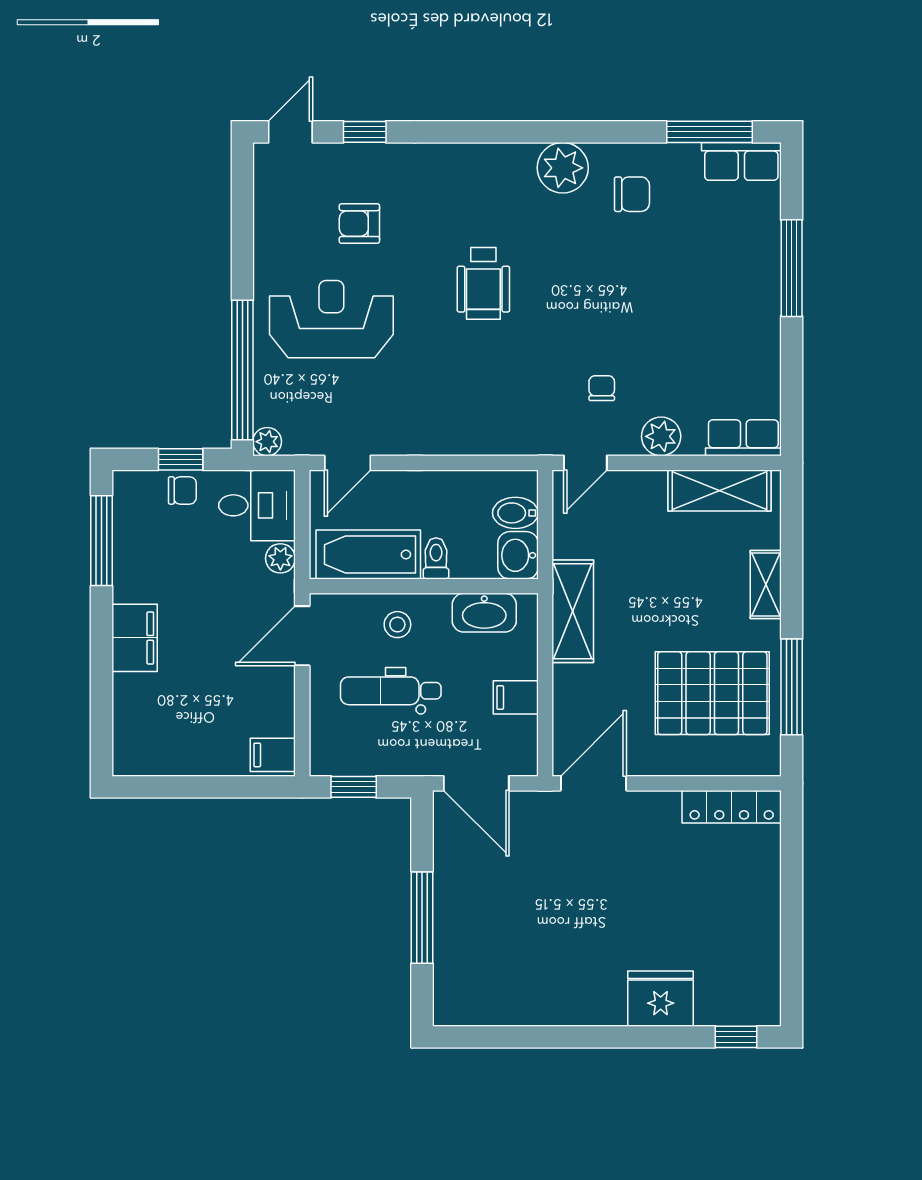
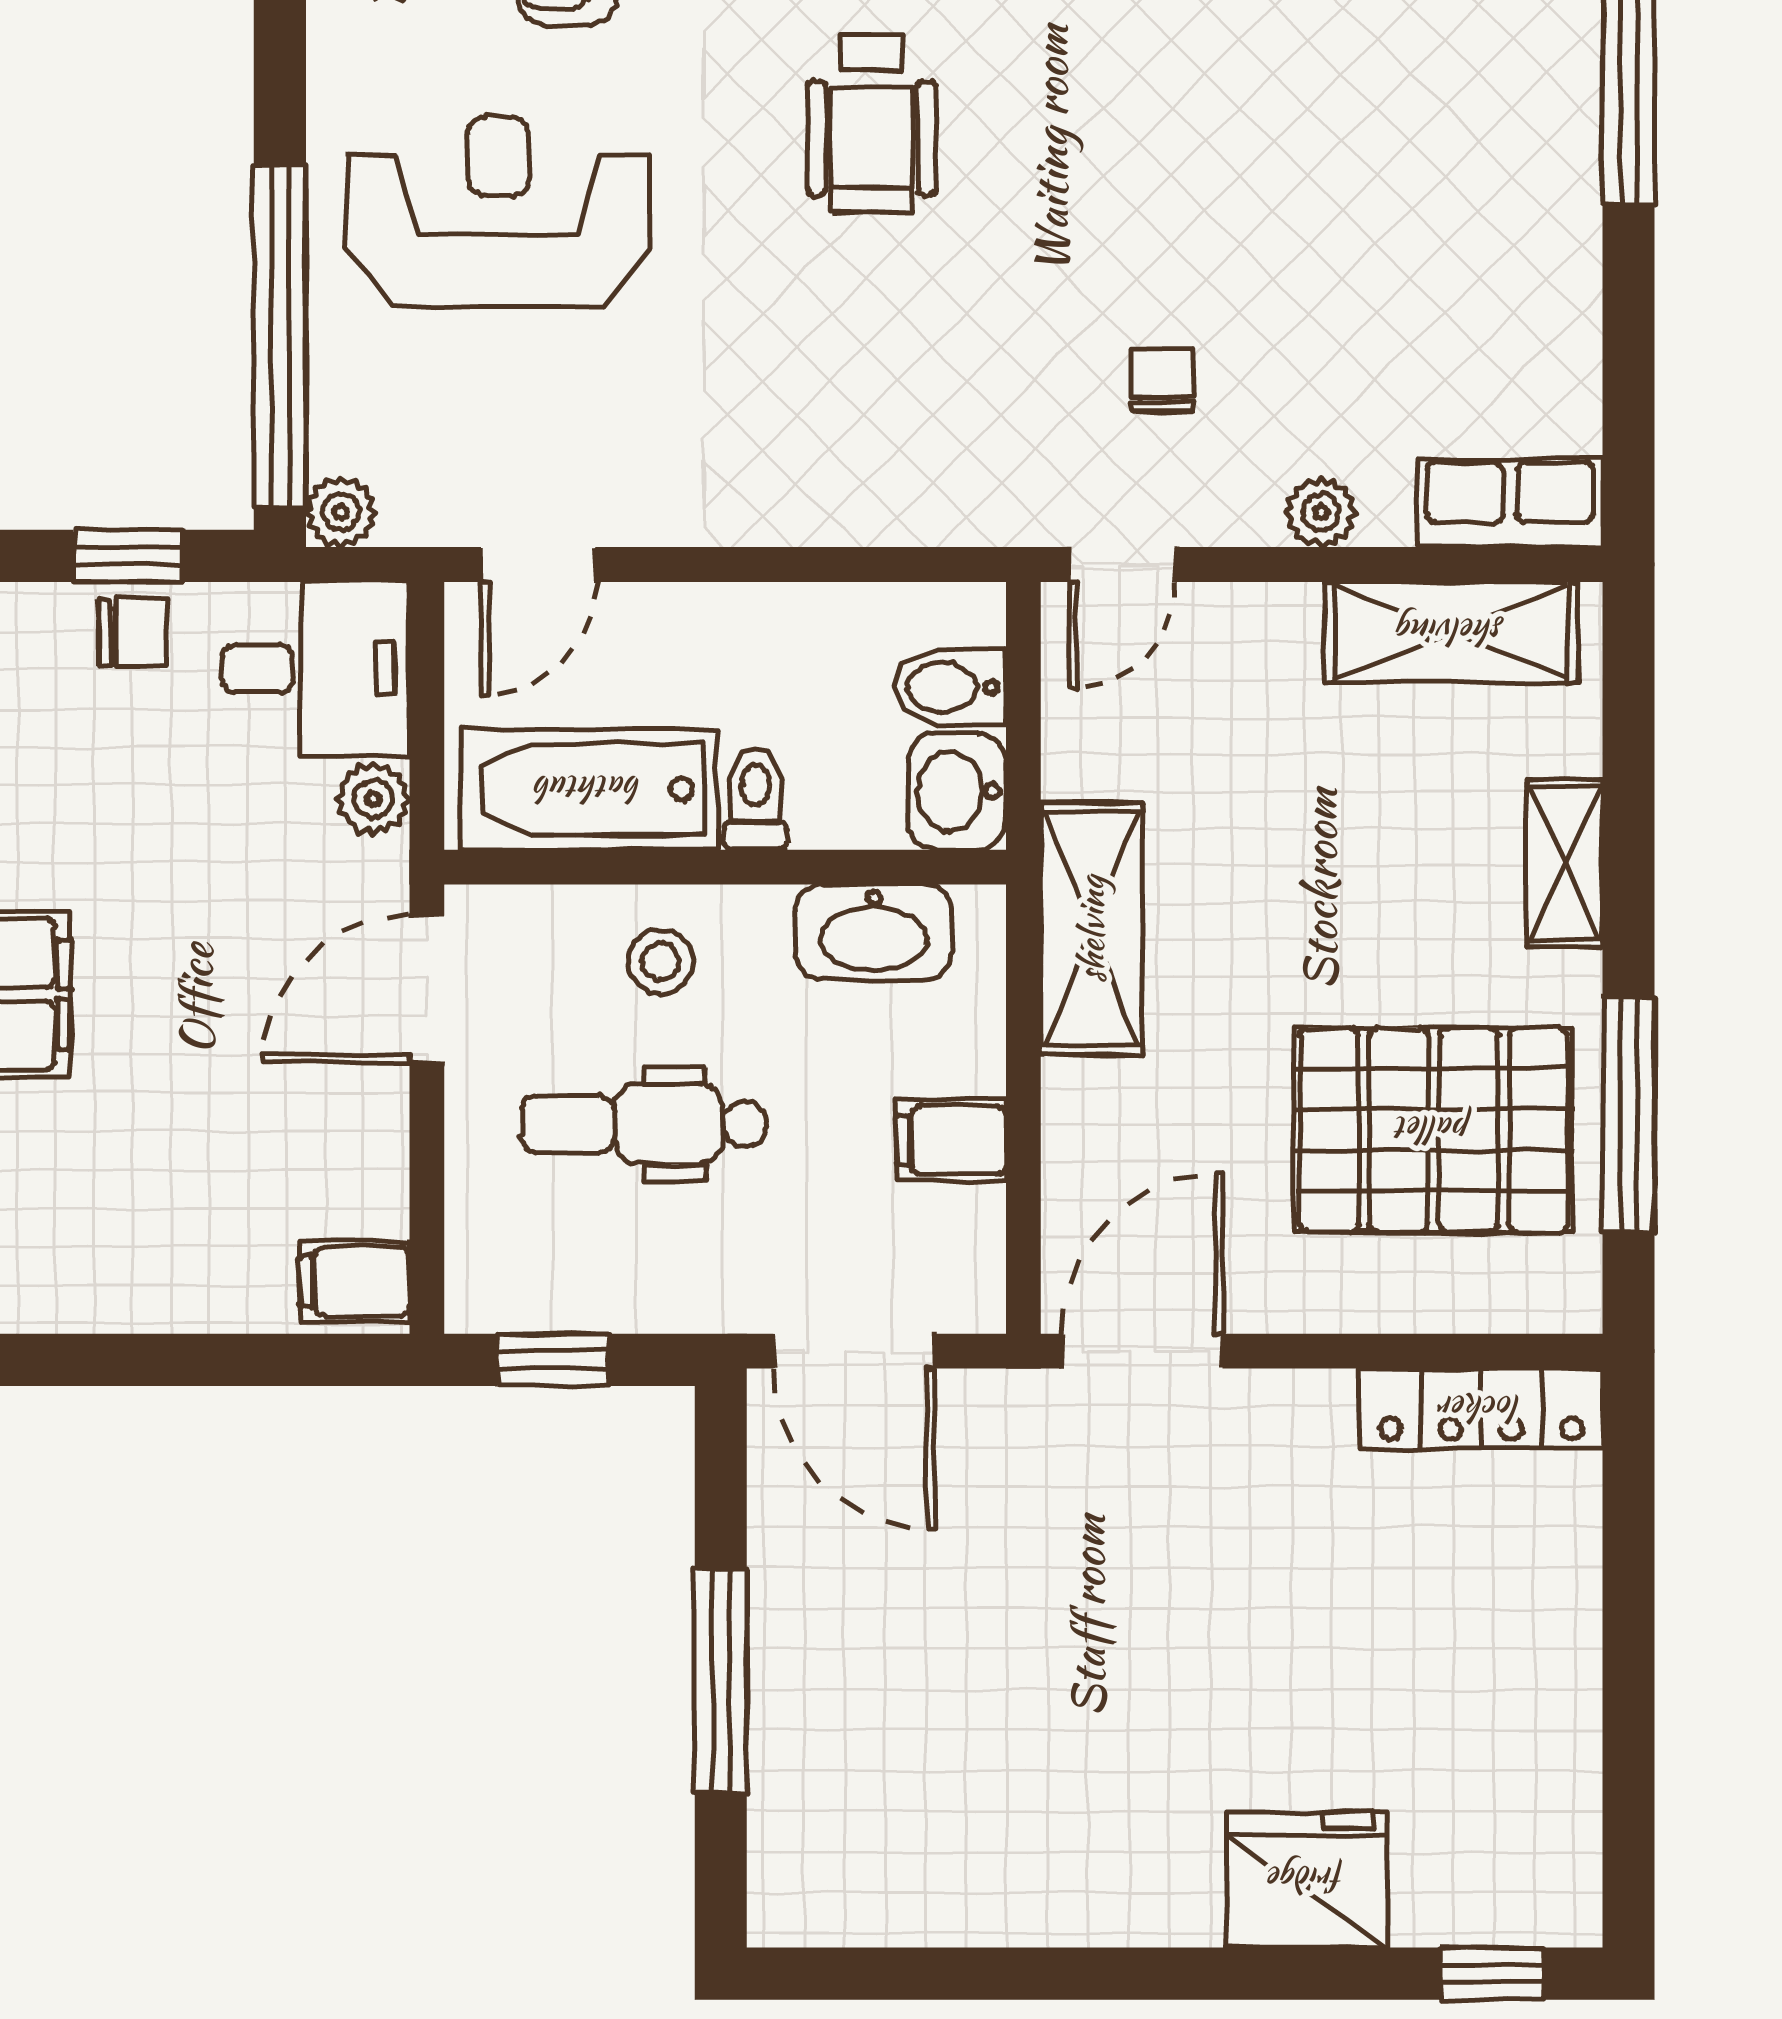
plant: (661, 436) -> (1321, 512), width x0.73, depth x0.73

